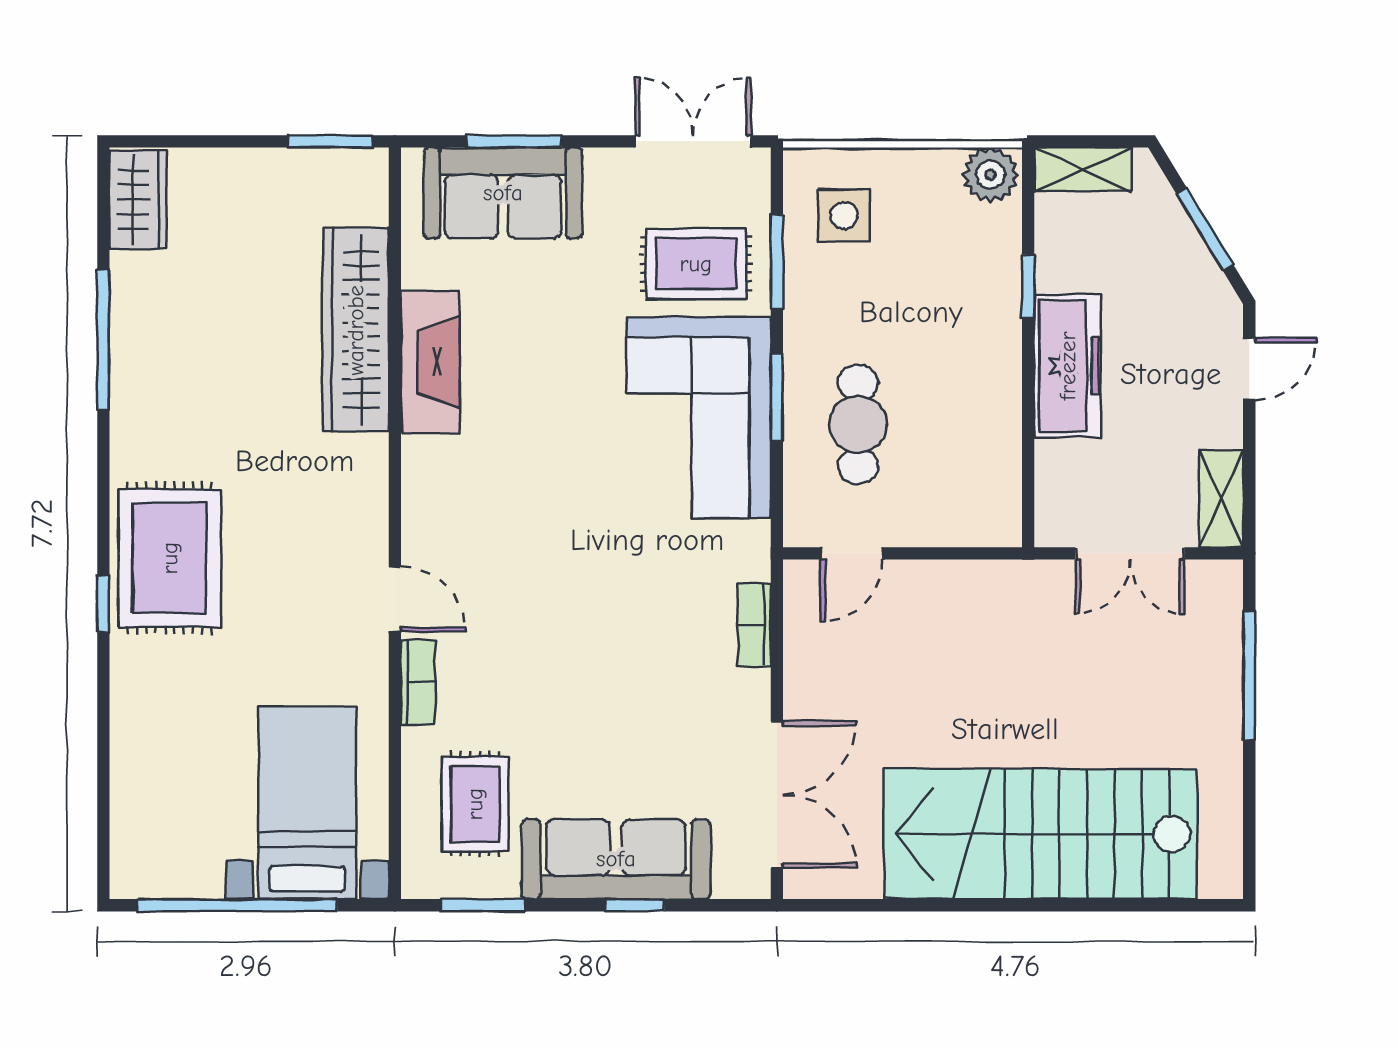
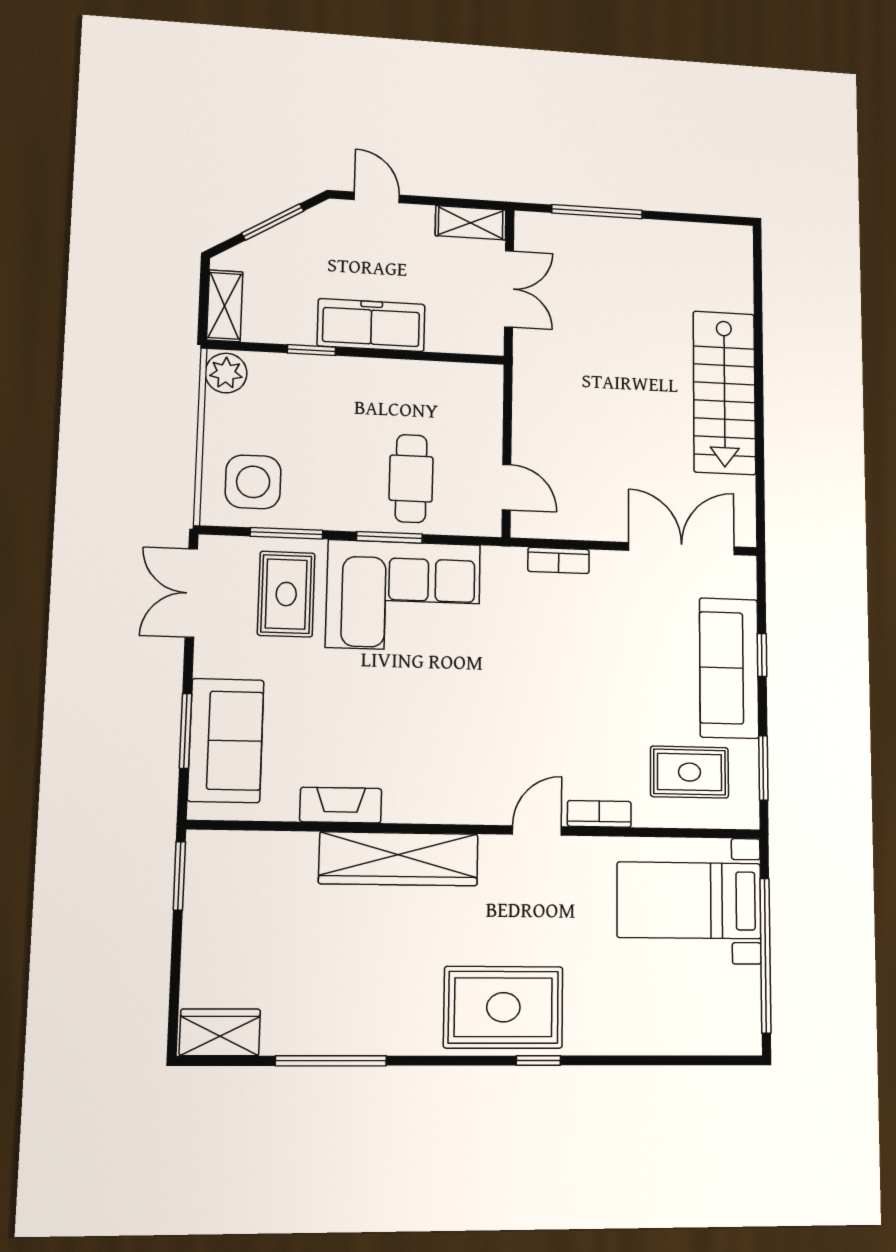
side table: (844, 216) -> (253, 482), width x1.37, depth x1.37
wardrobe: (356, 330) -> (399, 859), moved
fireplace: (430, 362) -> (341, 805), width x0.73, depth x0.76
cafe table: (858, 424) -> (411, 478), turned 90
stairs: (1040, 834) -> (724, 393), width x0.73, depth x0.66

